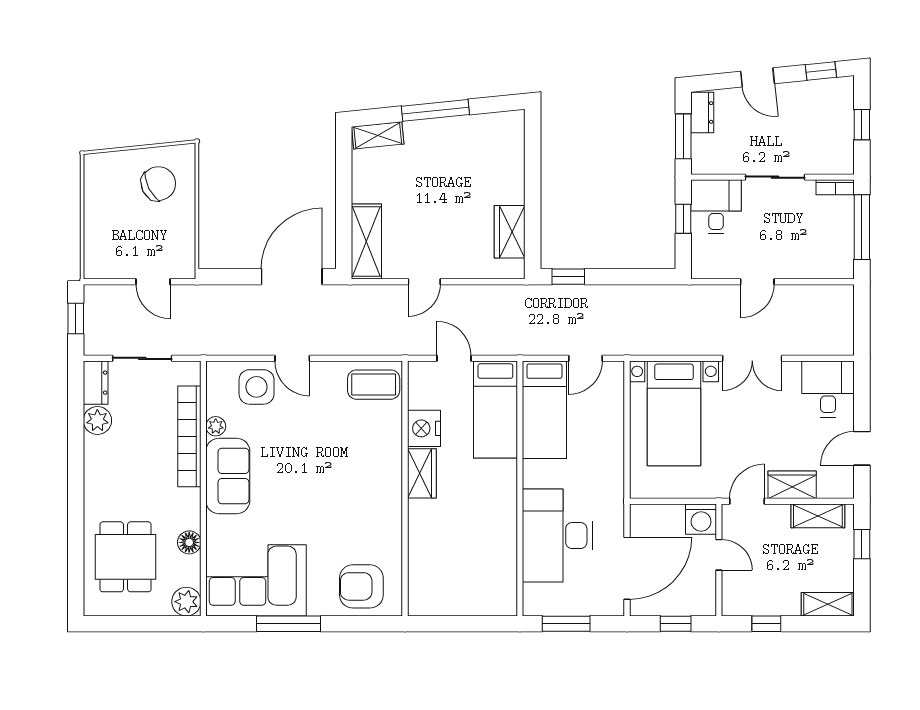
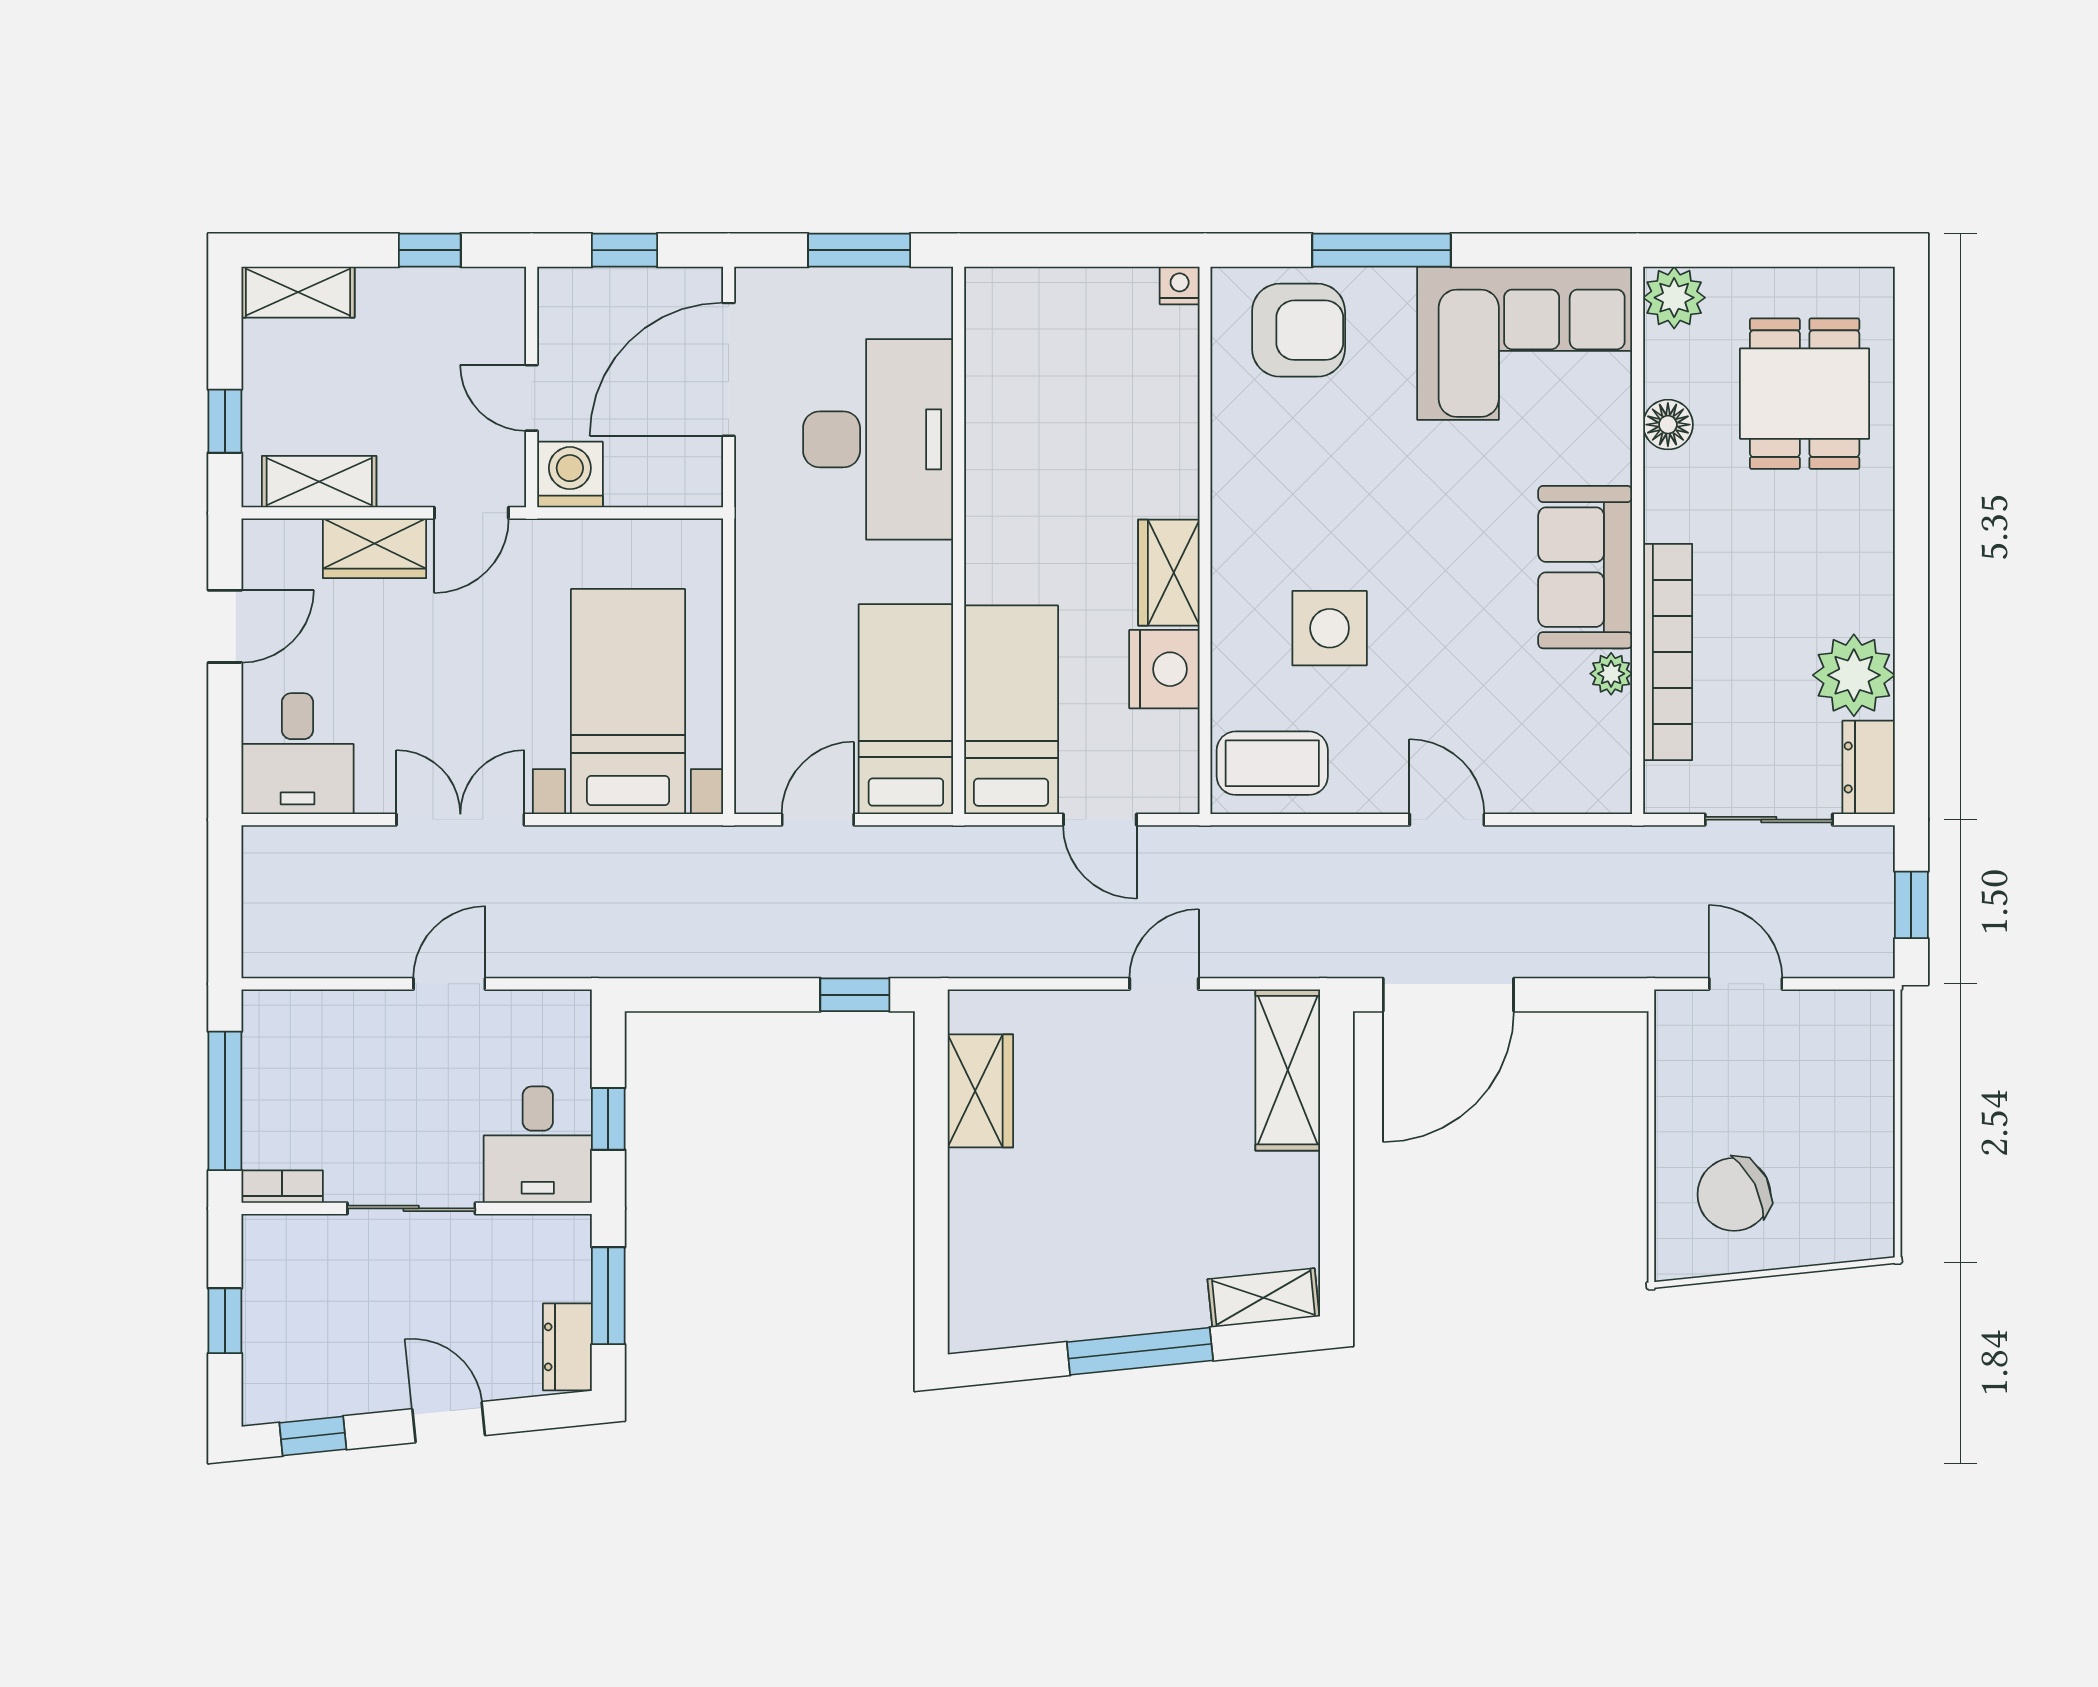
side table: (257, 387) -> (1330, 628), moved
plant: (97, 420) -> (1854, 675), width x1.36, depth x1.36
nightstand: (417, 607) -> (1180, 285), added
window: (289, 624) -> (1382, 250), moved

